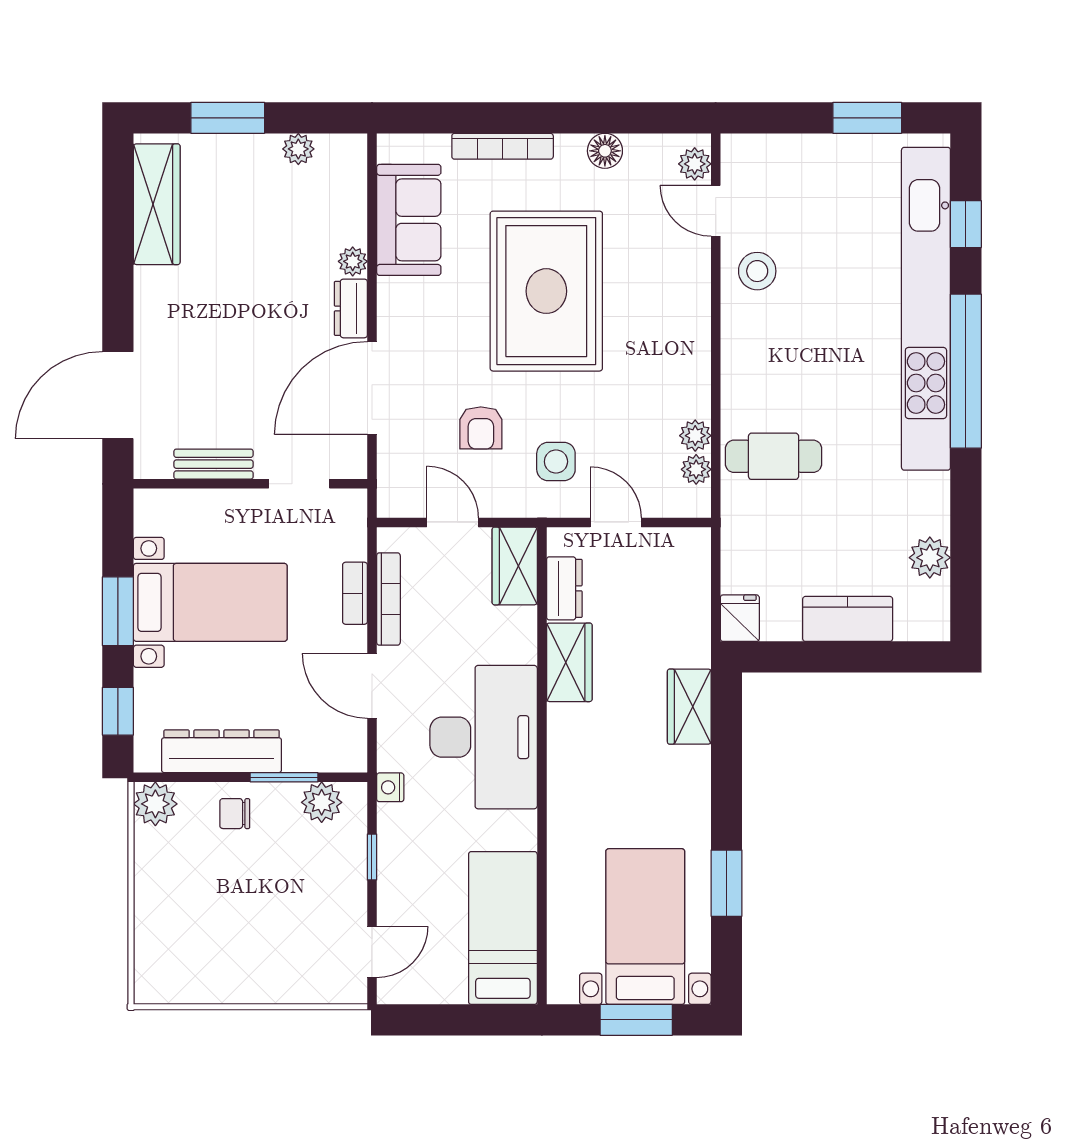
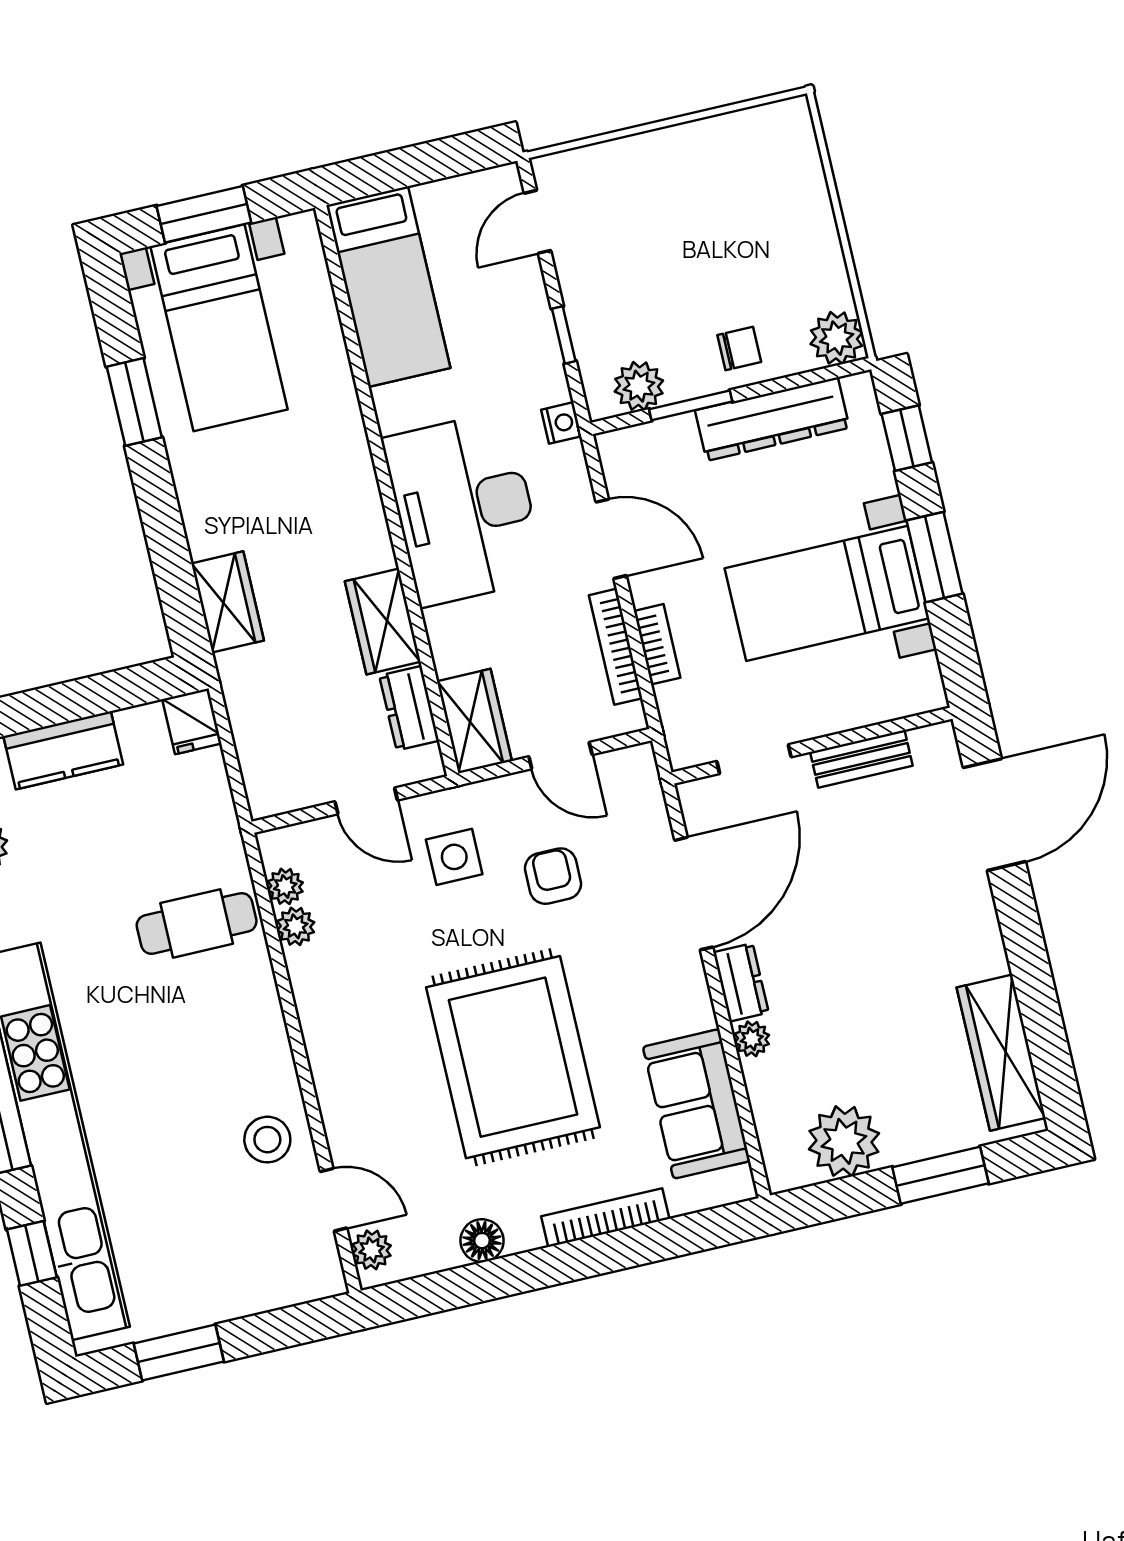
plant: (298, 149) -> (844, 1141), width x1.88, depth x1.88

